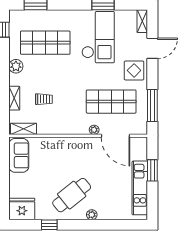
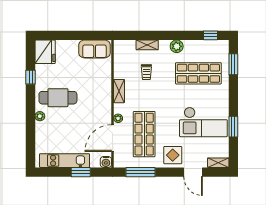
shop shelf: (45, 43) -> (198, 73), turned 90
shelving: (24, 129) -> (119, 91), moved
water cooler: (141, 143) -> (106, 162), added
cafe table: (72, 195) -> (58, 98), turned -51

